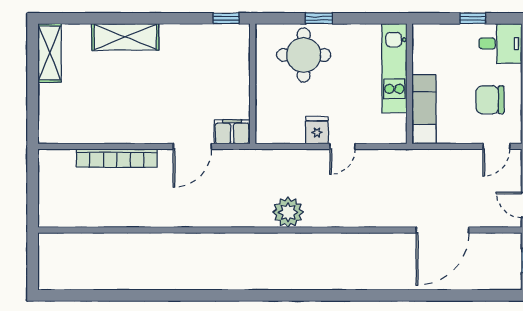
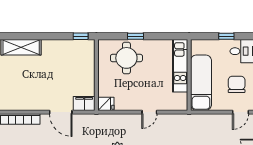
chair: (490, 100) -> (237, 84), turned 90
exam couch: (424, 109) -> (201, 83), width x1.36, depth x1.45
fridge: (317, 130) -> (106, 104), moved, turned 90
door: (192, 146) -> (61, 112), hinge flipped

